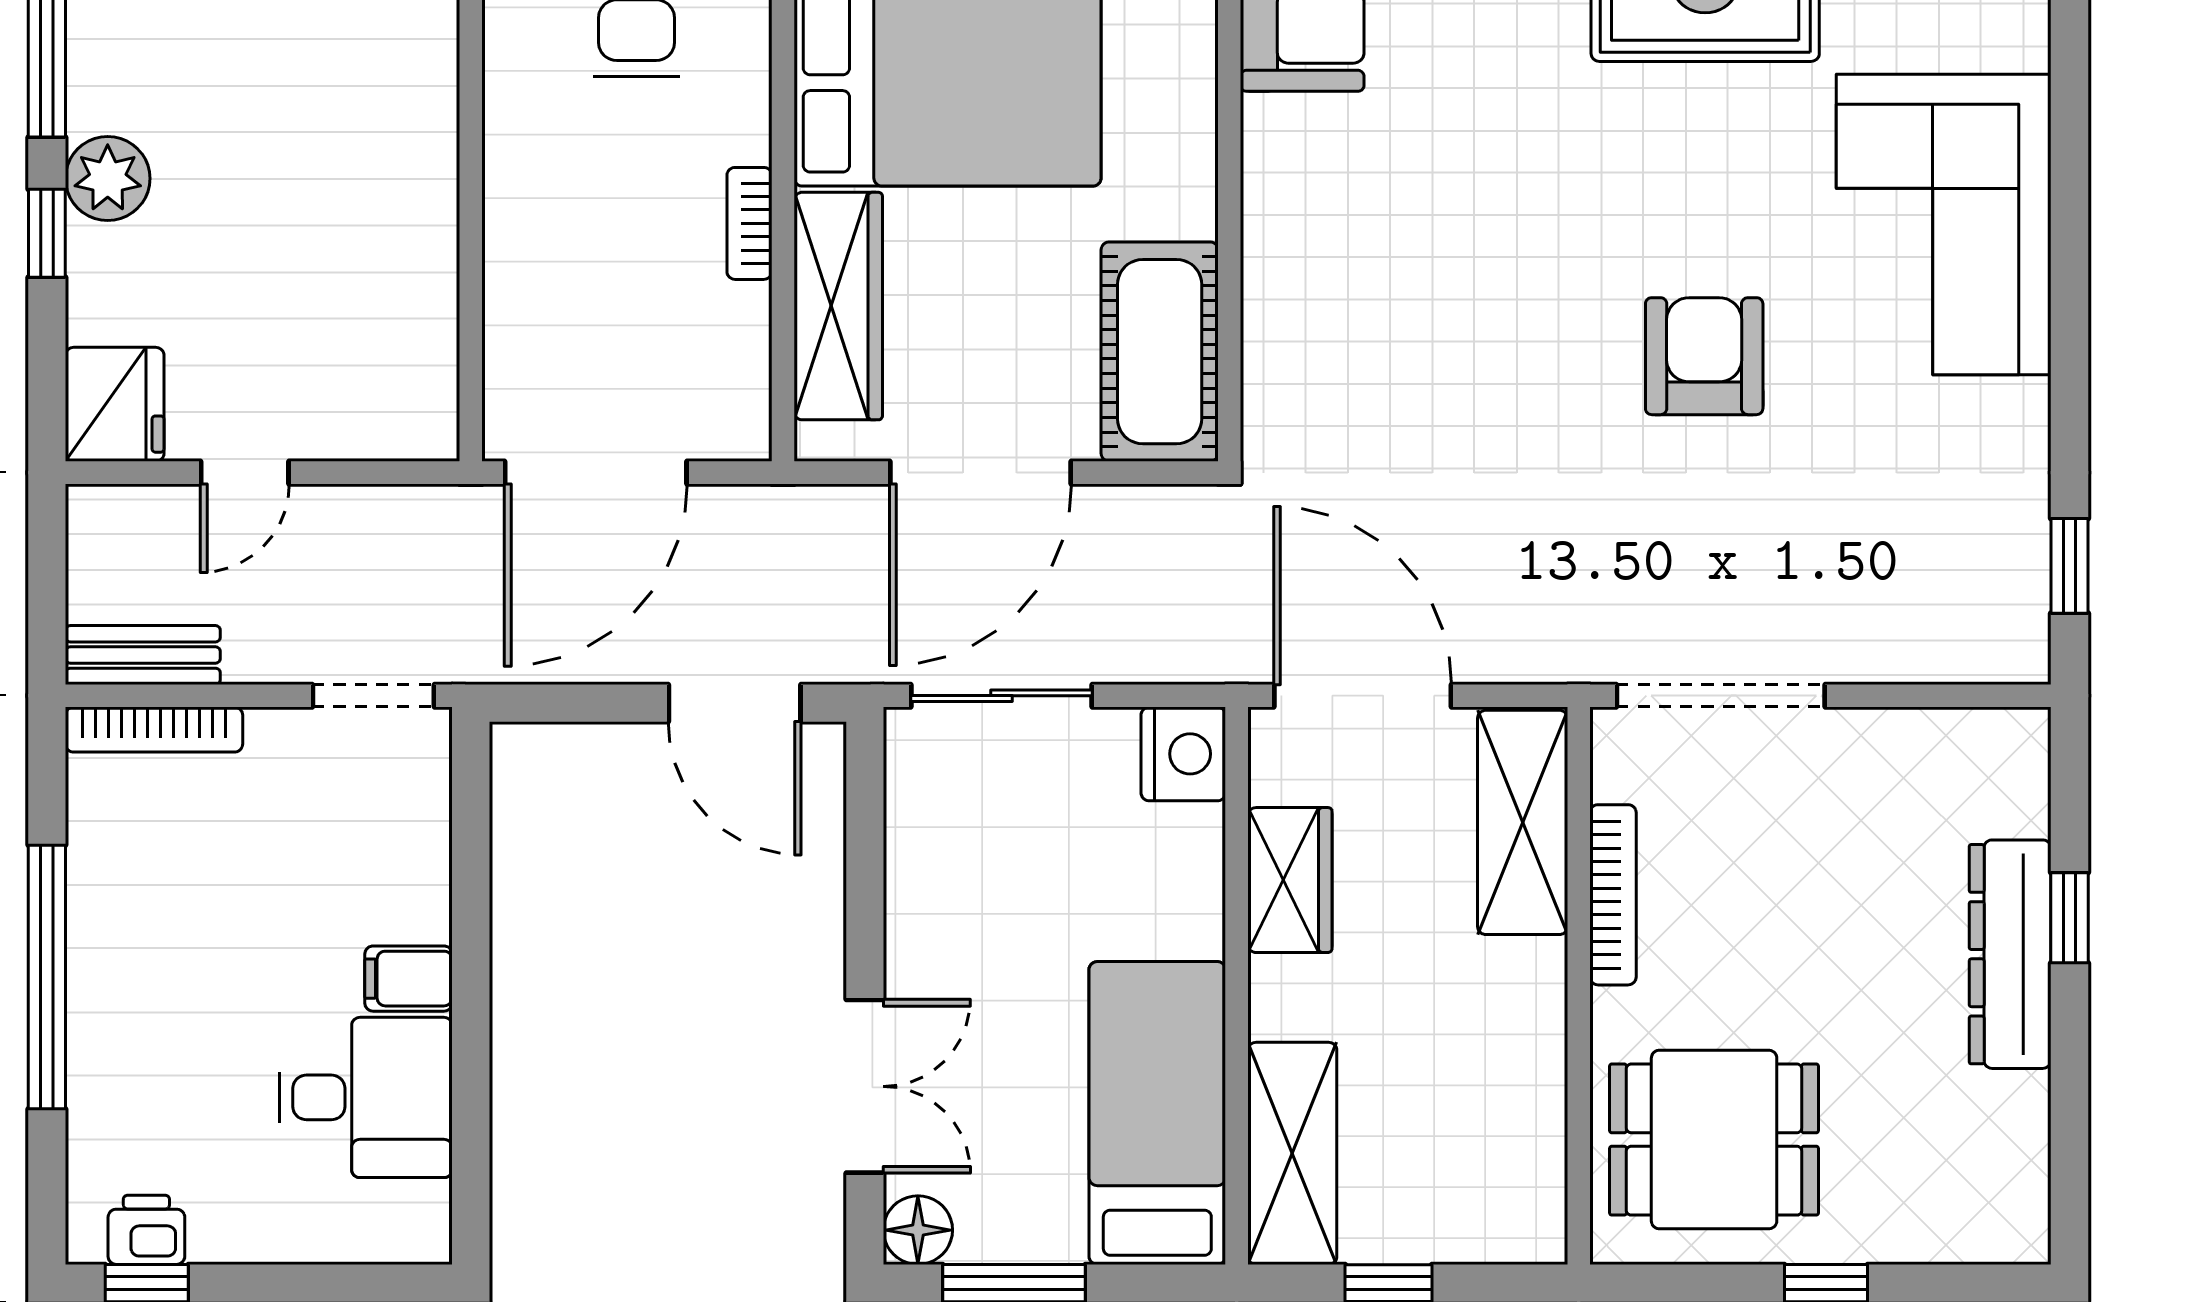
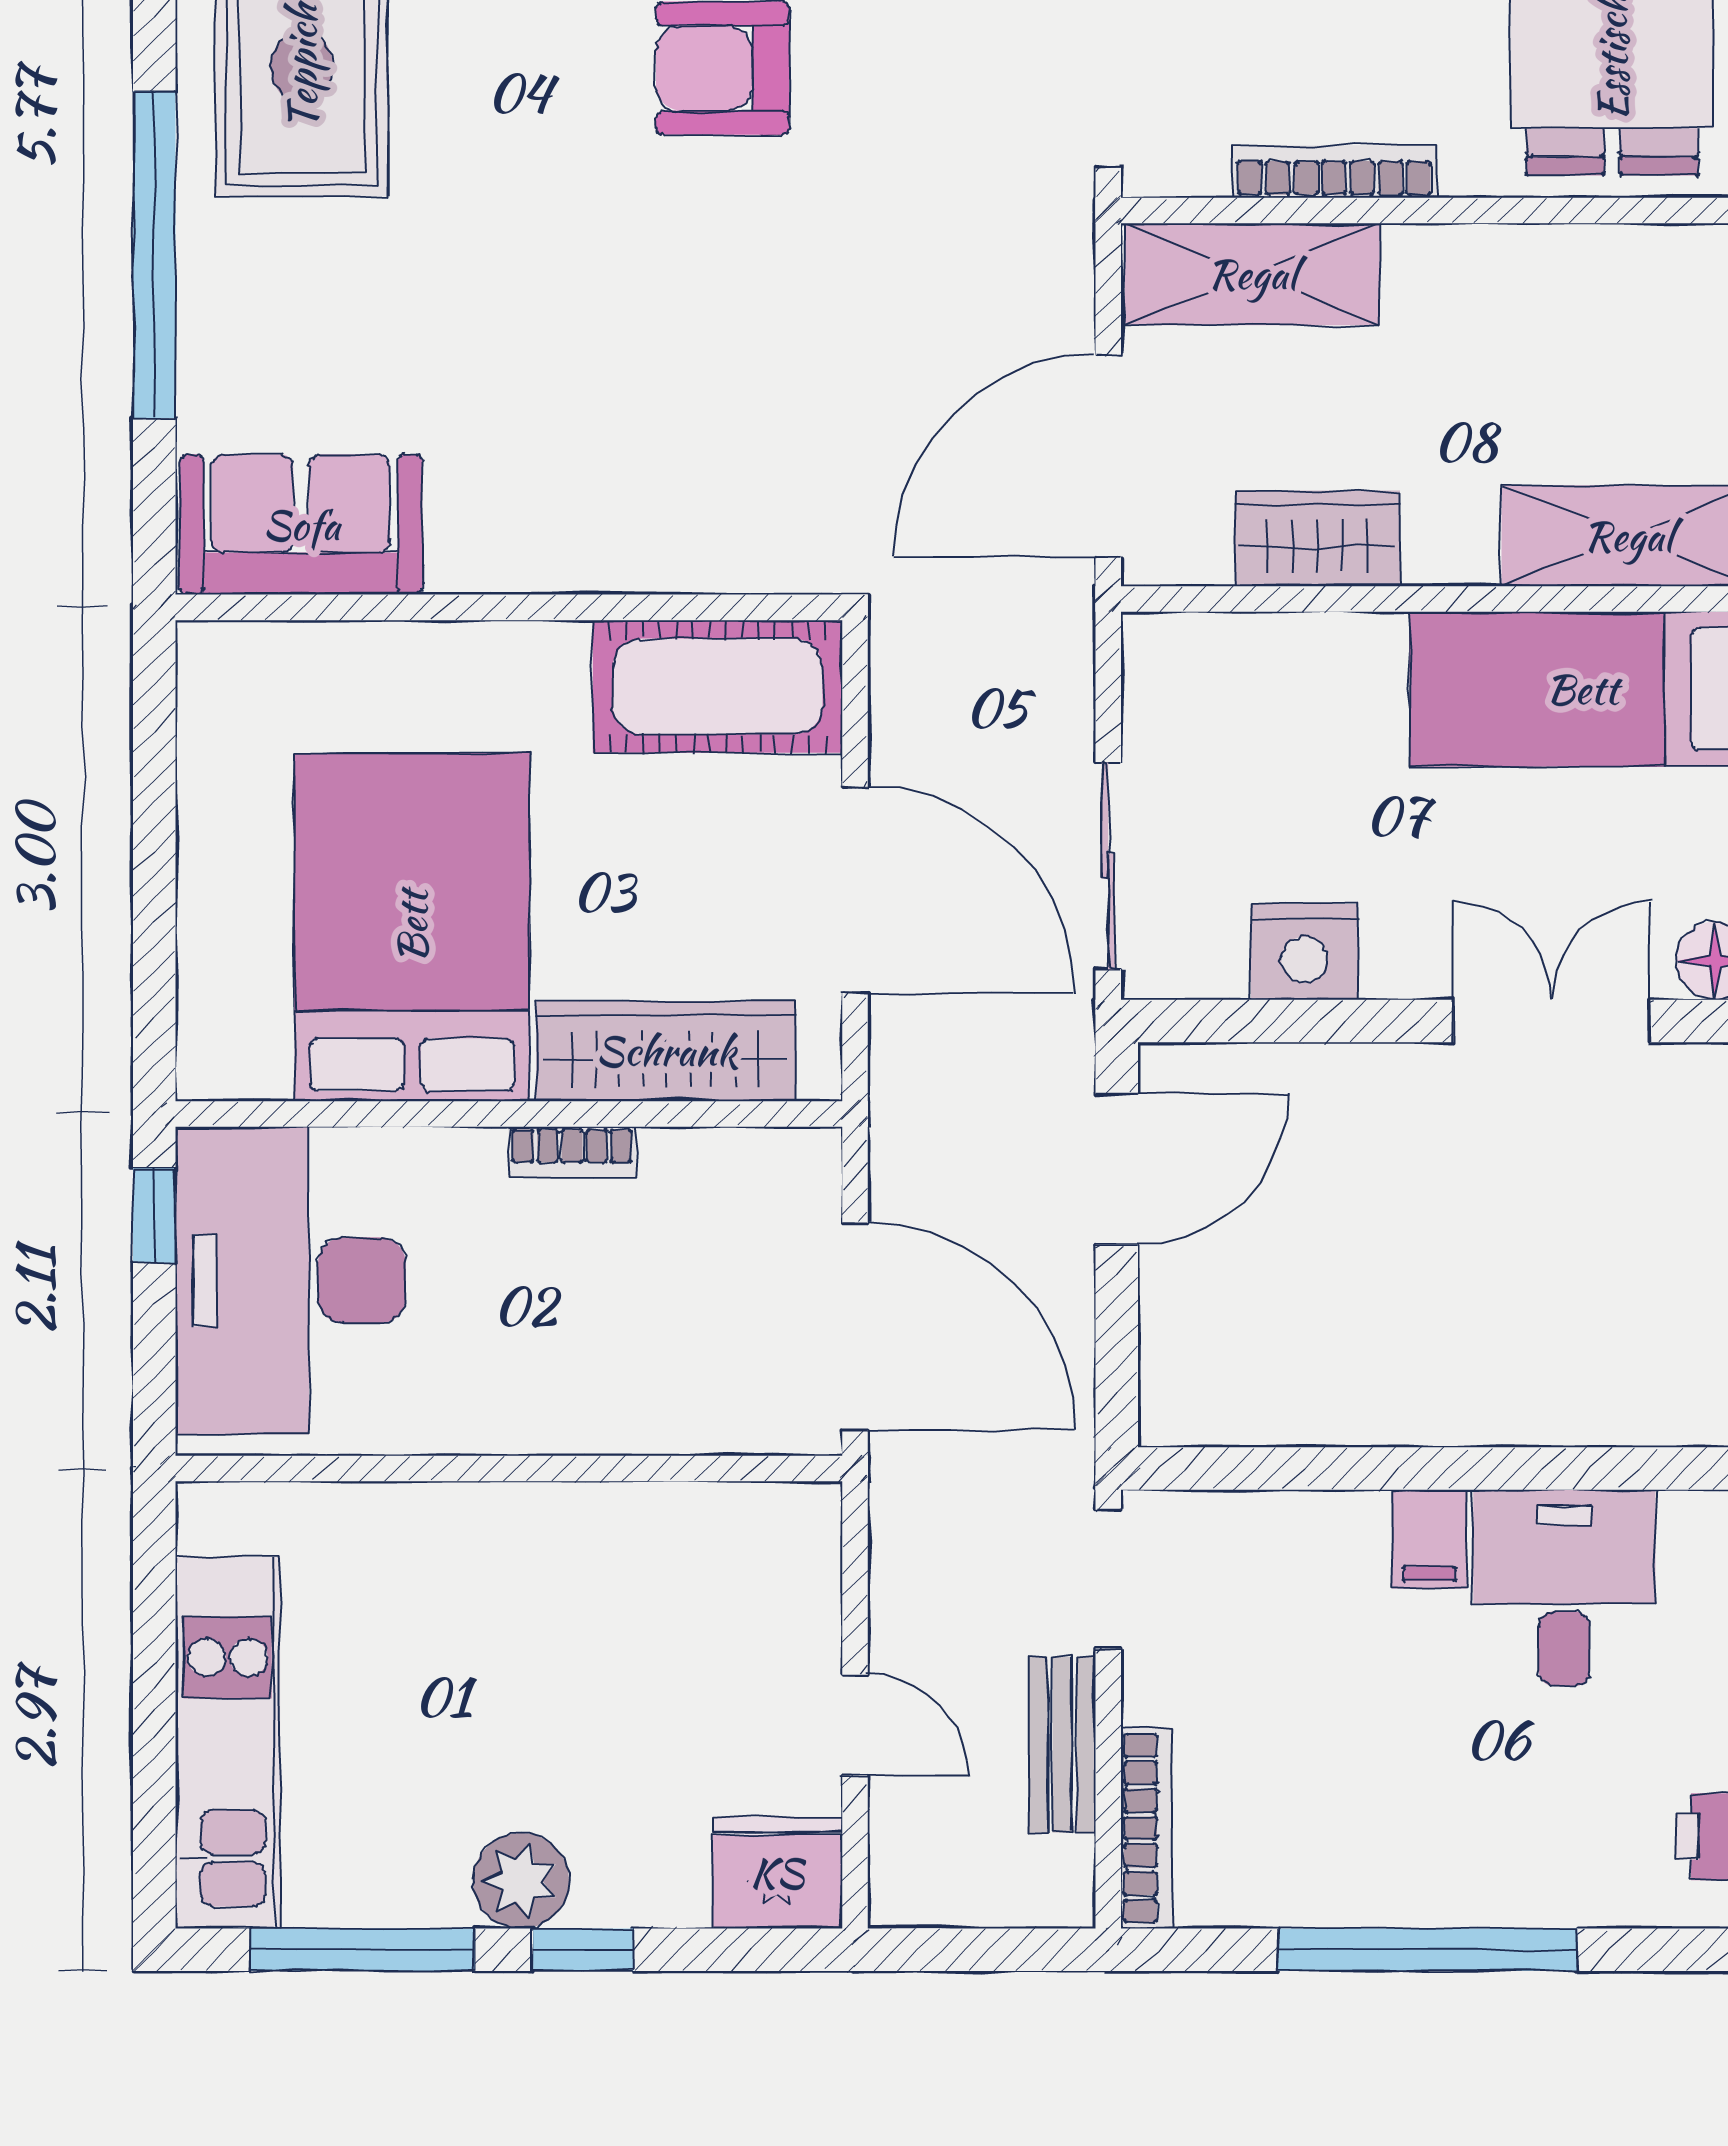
bench: (143, 655) -> (1062, 1745), moved
nightstand: (1183, 754) -> (1304, 952), moved, turned 180

